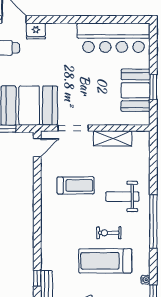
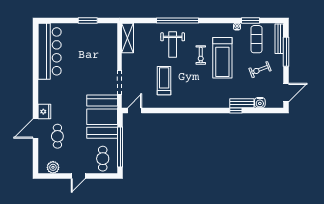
booth: (136, 90) -> (90, 34), removed
shelving: (113, 138) -> (128, 38), moved
door: (37, 148) -> (135, 110), hinge flipped
window: (153, 222) -> (177, 21), moved

